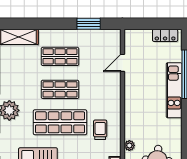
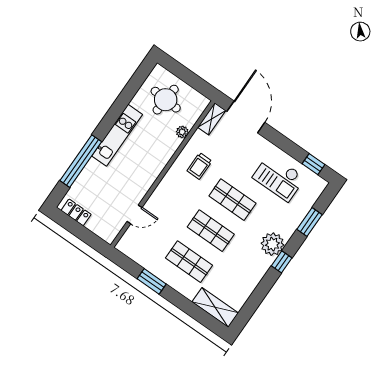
window: (89, 24) -> (152, 281), moved
kitchen unit: (174, 90) -> (117, 135), moved
shop shelf: (60, 122) -> (232, 200), width x0.70, depth x0.74

